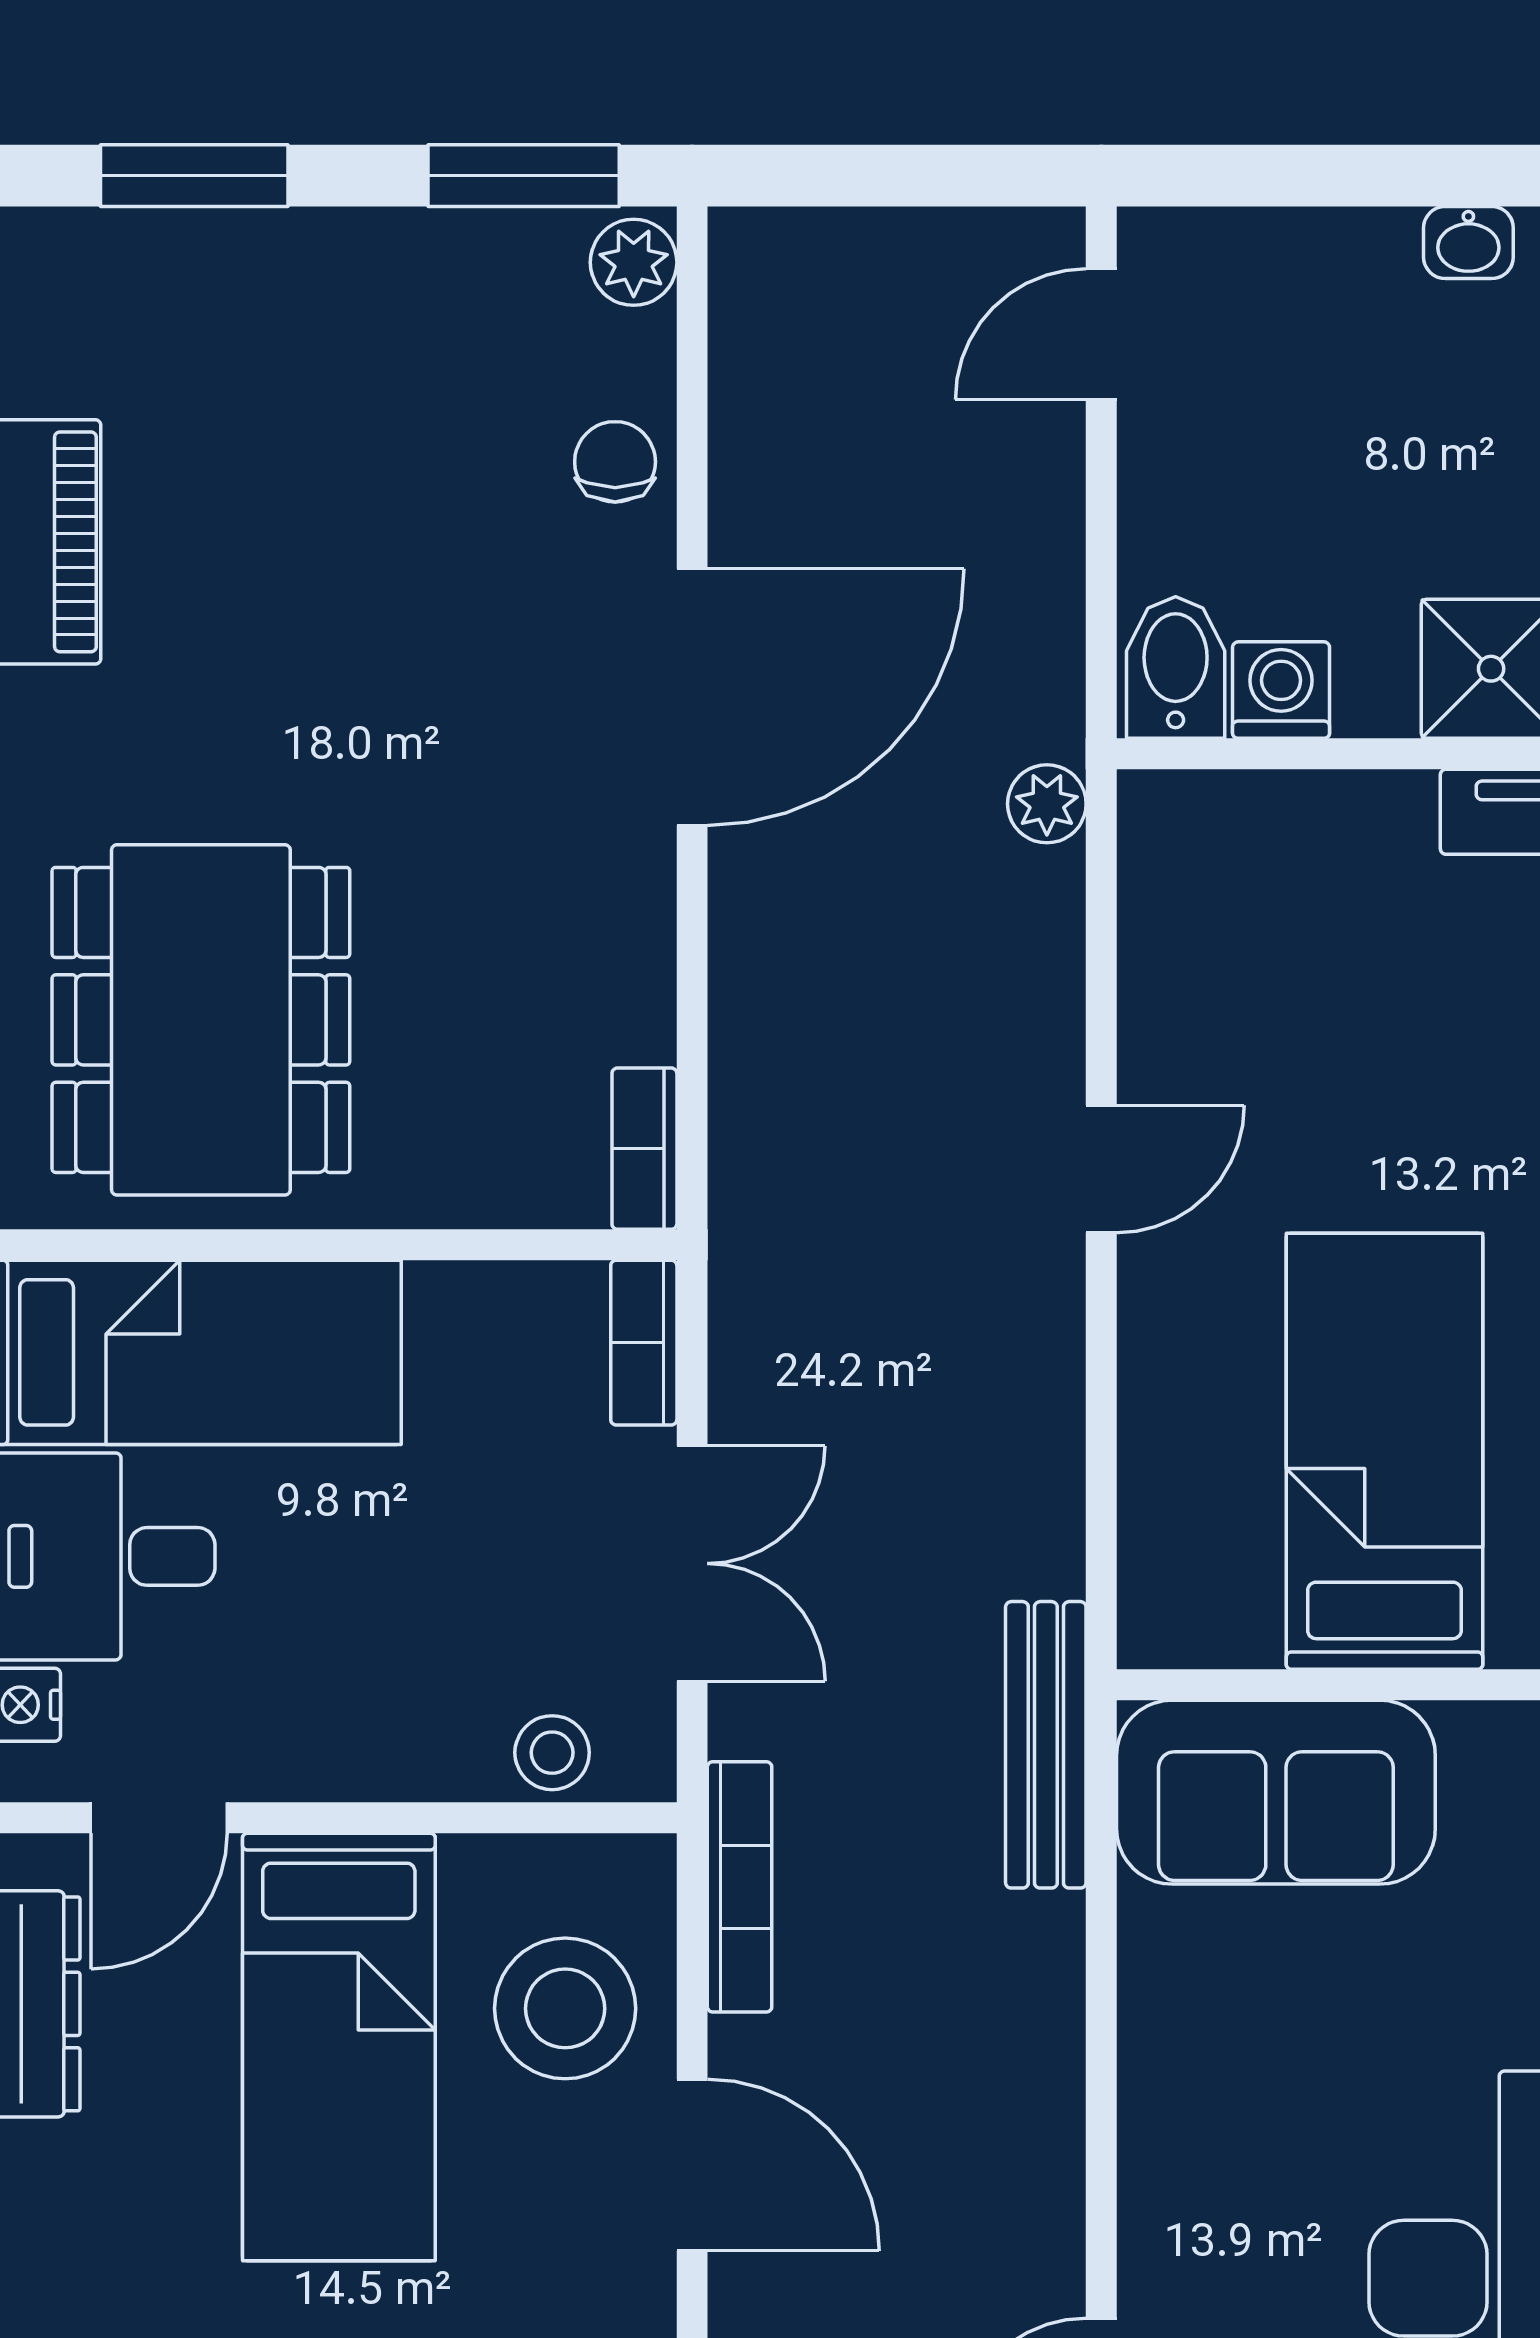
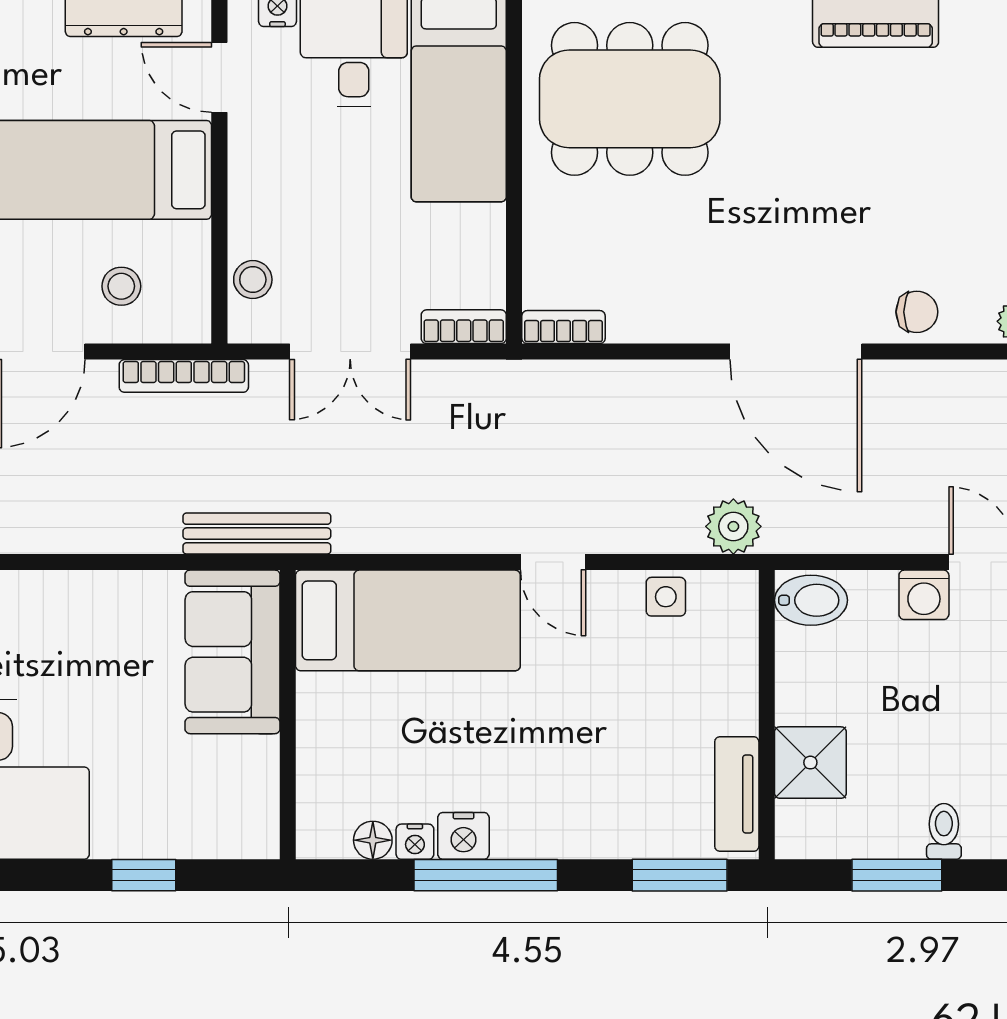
washing machine: (1281, 690) -> (924, 595), moved, turned 90
plant: (1047, 804) -> (733, 526), width x1.38, depth x1.38
side table: (1169, 950) -> (666, 597), added
bed: (1384, 1451) -> (408, 620), moved
stool: (565, 2008) -> (121, 286), width x0.53, depth x0.53

